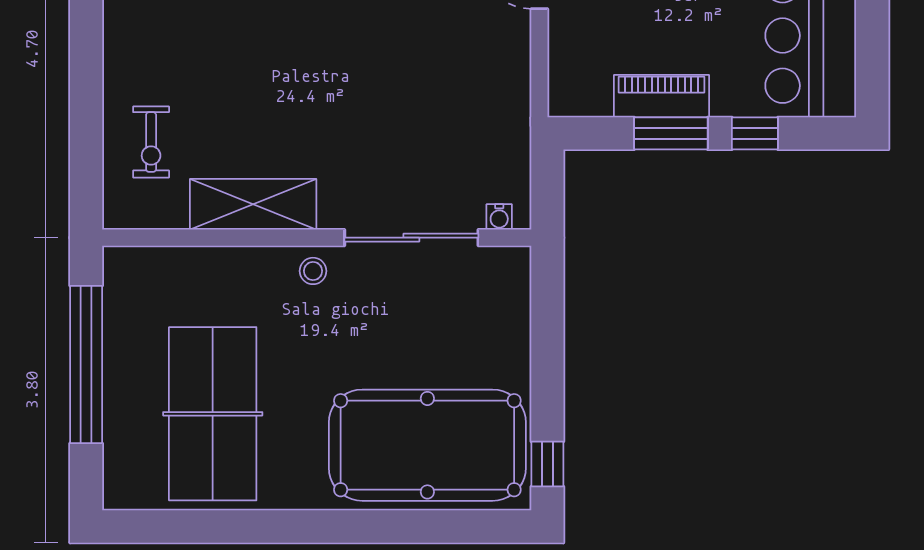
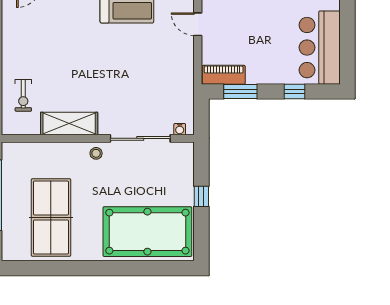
piano: (662, 96) -> (224, 75), moved
window: (671, 133) -> (240, 92), moved
window: (547, 464) -> (201, 196), moved

